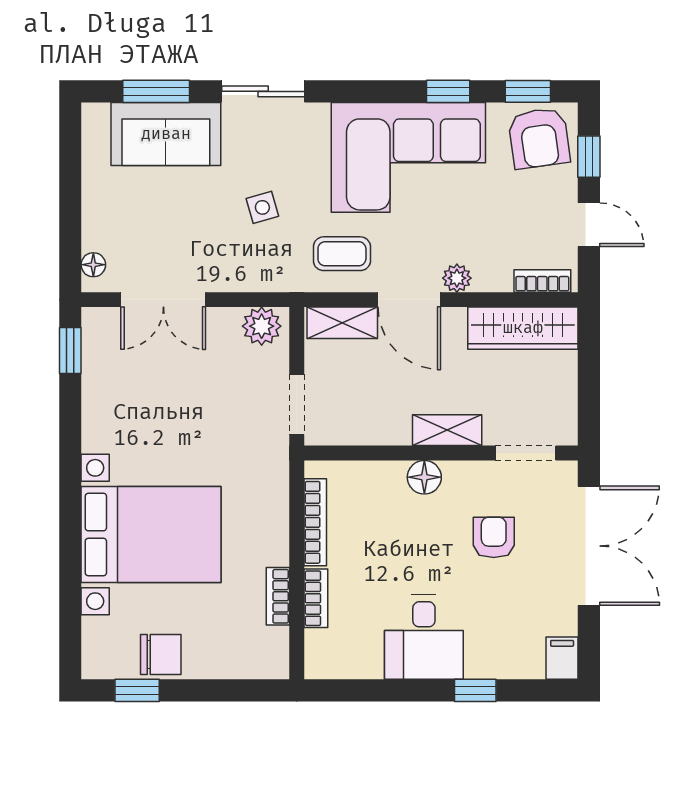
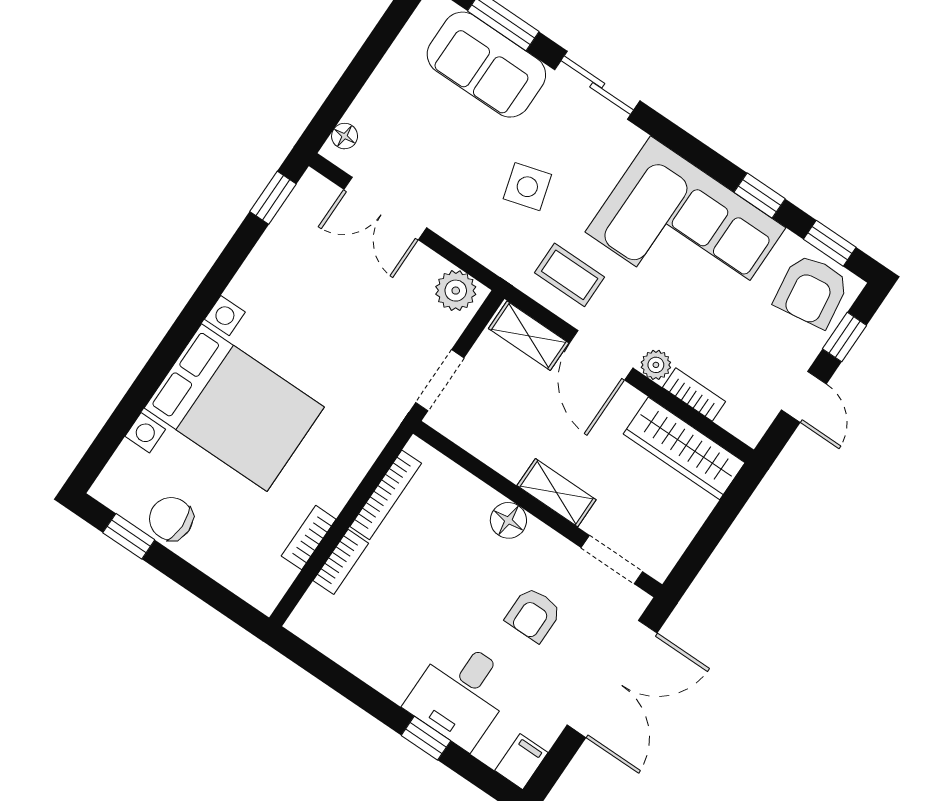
side table: (262, 207) -> (527, 187), width x1.37, depth x1.37
bookcase: (542, 281) -> (694, 394), moved
armchair: (494, 537) -> (533, 615), turned 180
desk: (424, 637) -> (461, 693), moved
chair: (161, 655) -> (171, 519), turned 180

